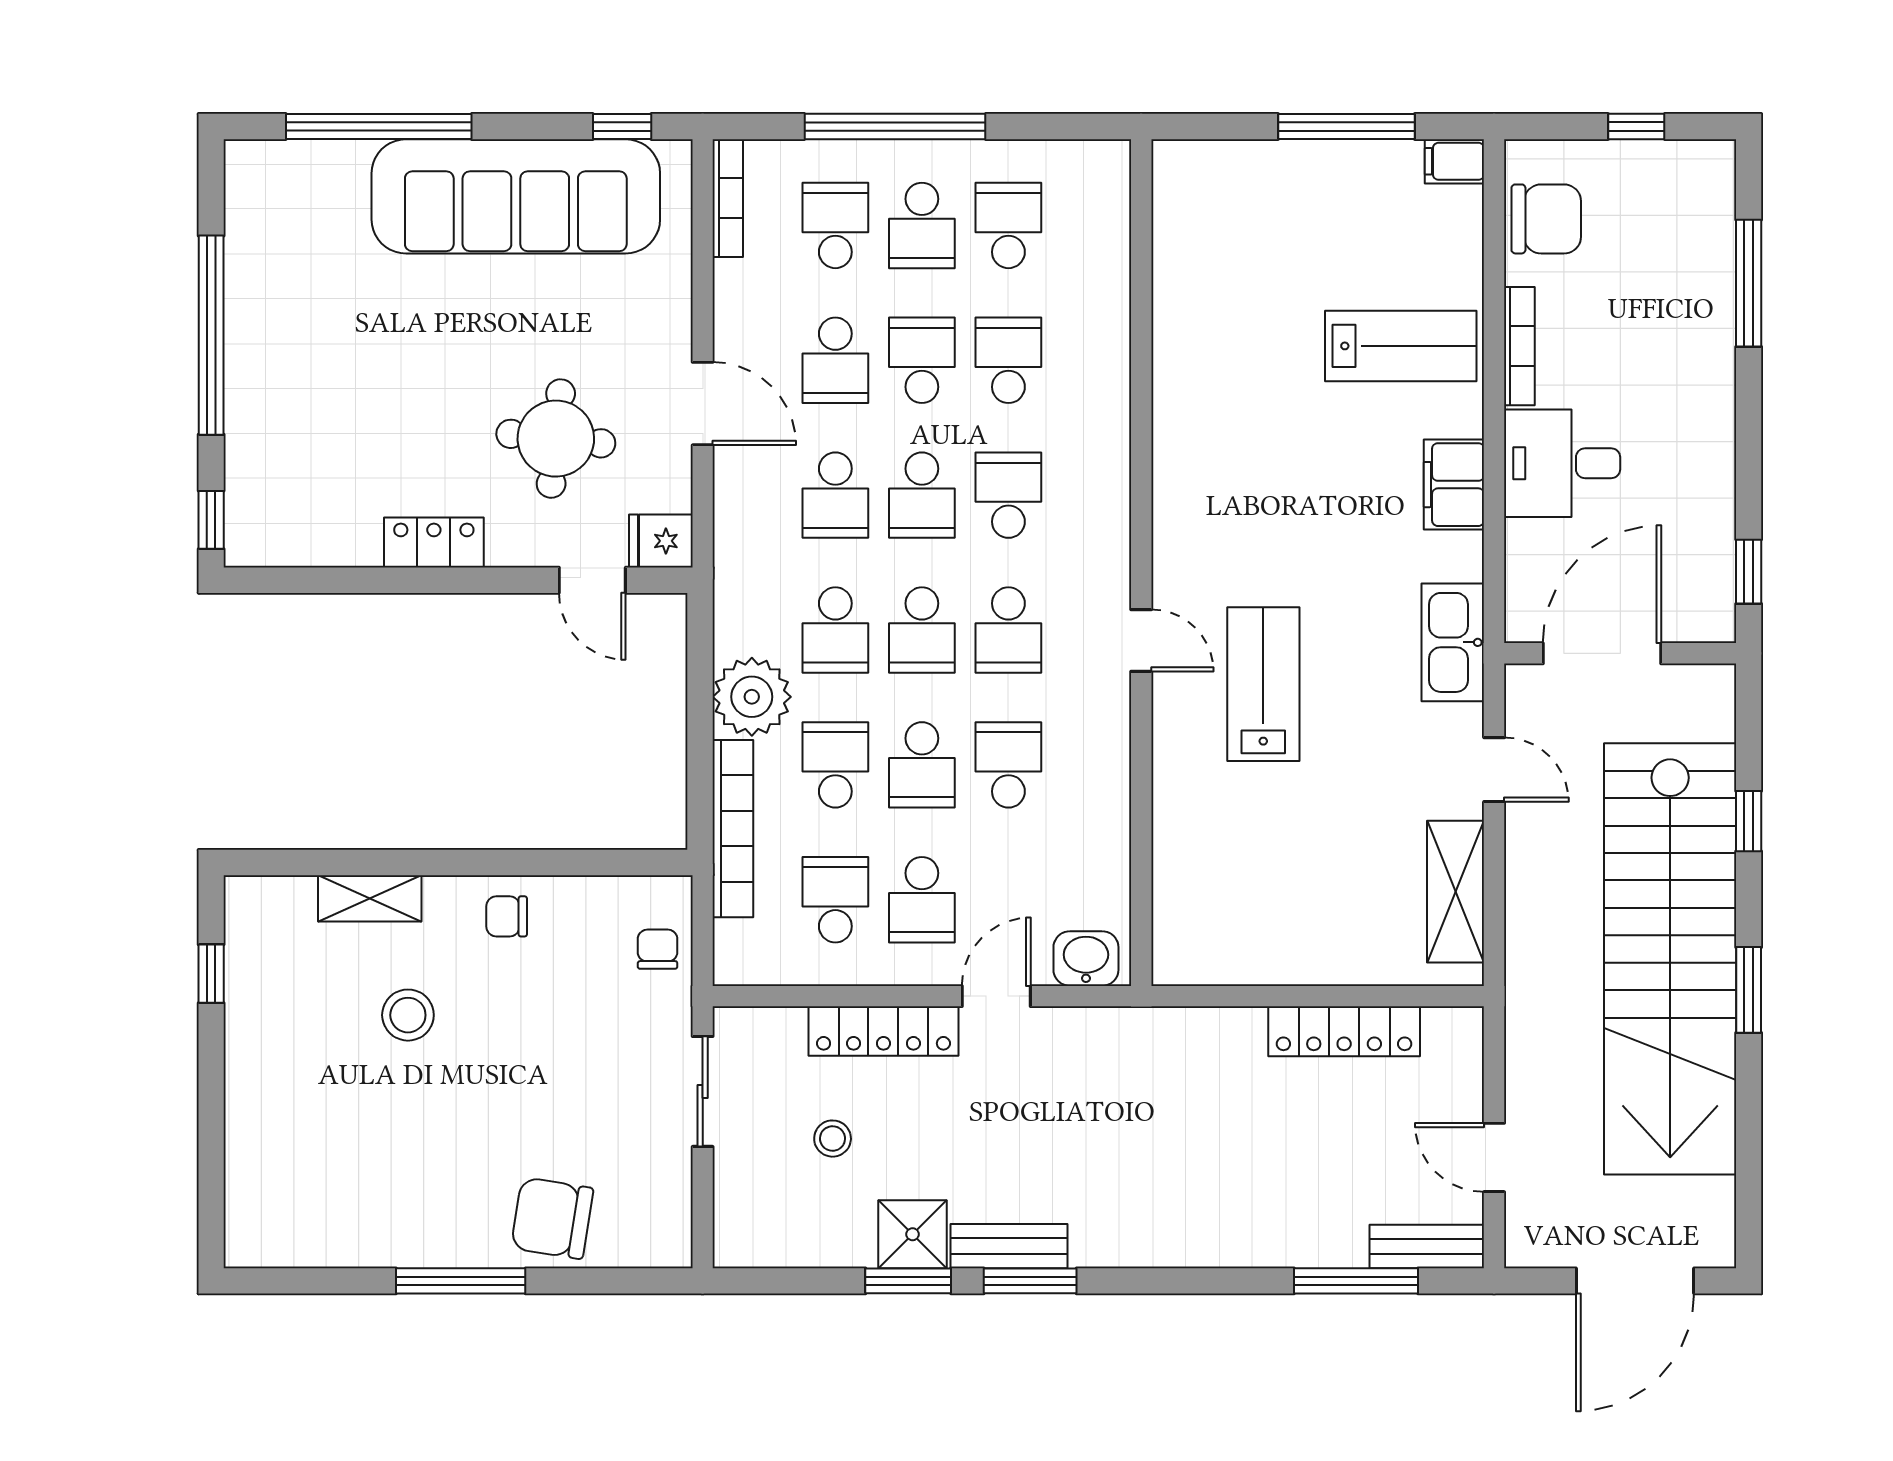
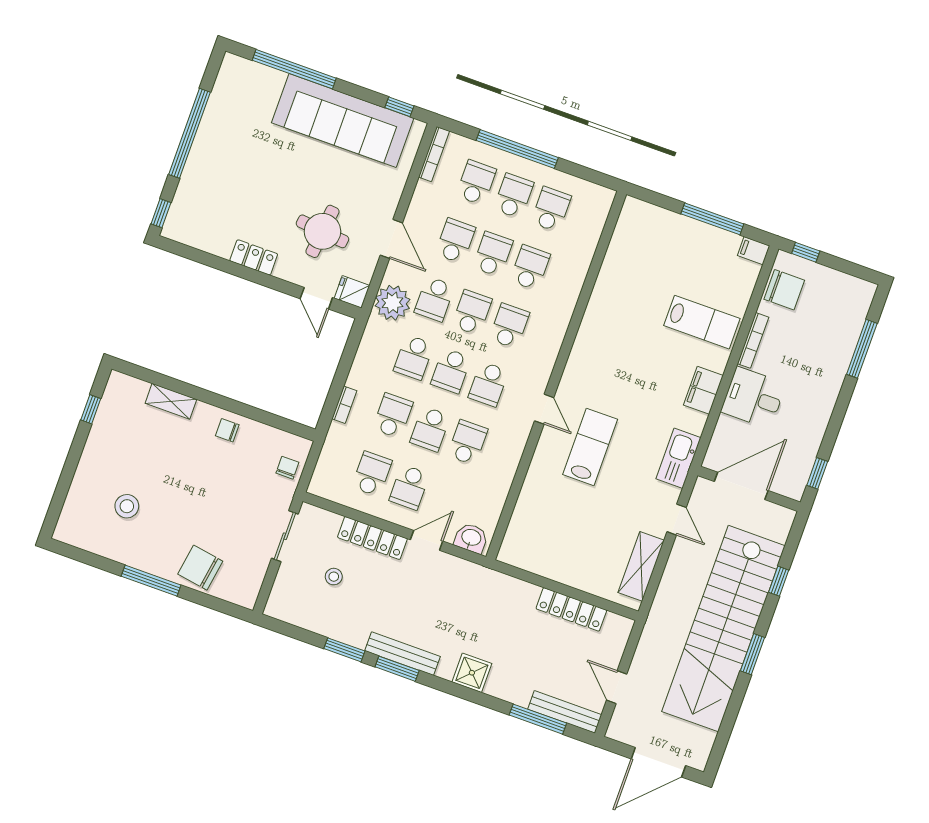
window: (1636, 127) -> (806, 252), moved
school desk: (922, 225) -> (514, 196), turned 180
school desk: (835, 360) -> (455, 241), turned 180
school desk: (922, 495) -> (472, 312), turned 180
plant: (752, 697) -> (392, 303), moved
bookcase: (733, 829) -> (344, 405), width x0.43, depth x0.76
stool: (408, 1015) -> (127, 506), moved
shower: (913, 1234) -> (472, 673), moved
bench: (1009, 1246) -> (402, 654), width x1.36
bench: (1427, 1246) -> (565, 712), width x1.36

